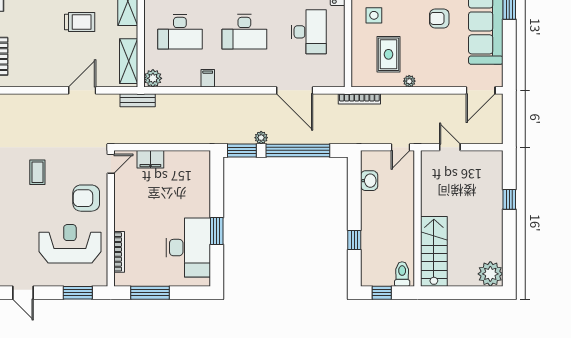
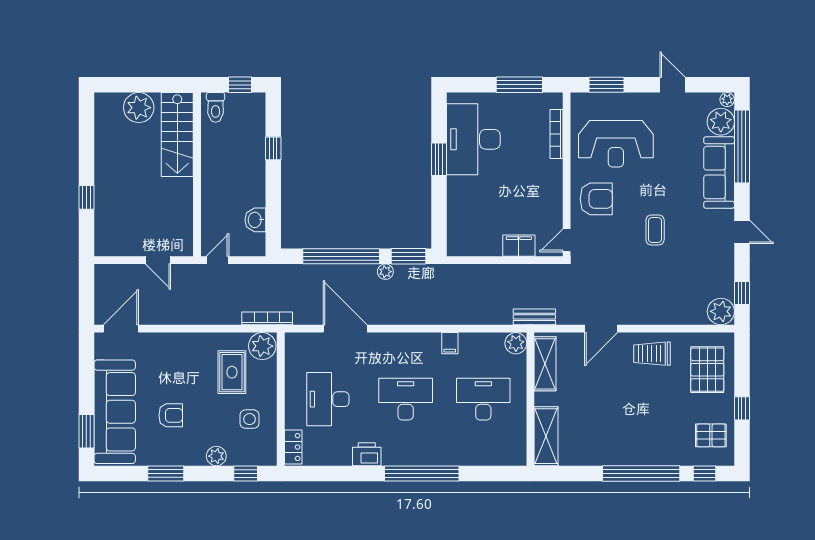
trolley: (80, 22) -> (652, 354), moved
plant: (409, 81) -> (262, 346), moved, width x1.88, depth x1.88
plant: (490, 274) -> (139, 108), moved

